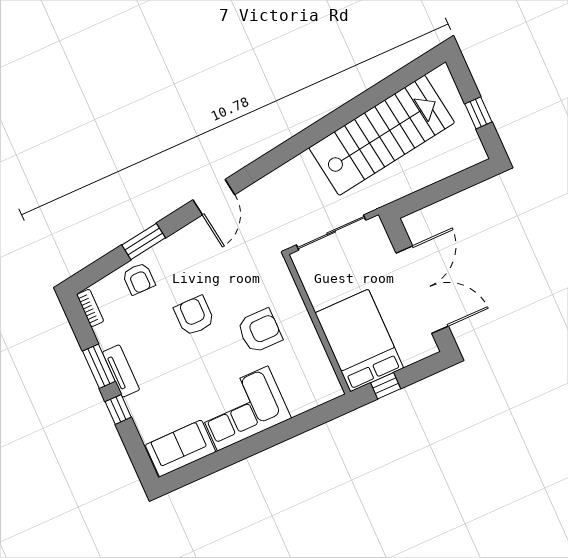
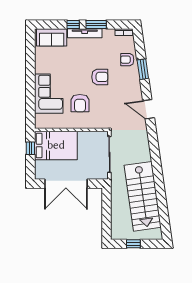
tv unit: (121, 371) -> (85, 33), width x1.41
corner sofa: (243, 408) -> (49, 94), moved
sofa: (181, 448) -> (52, 37), moved, turned 90

